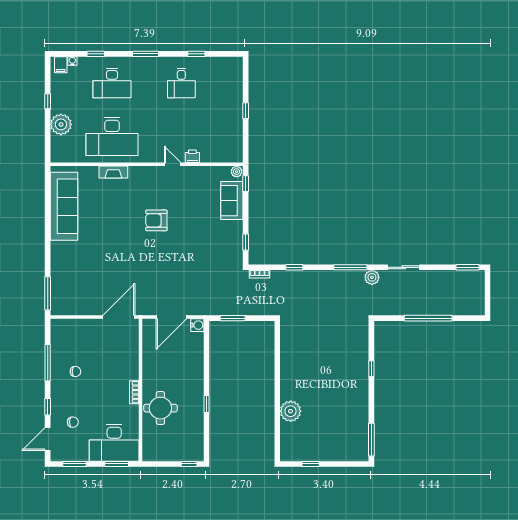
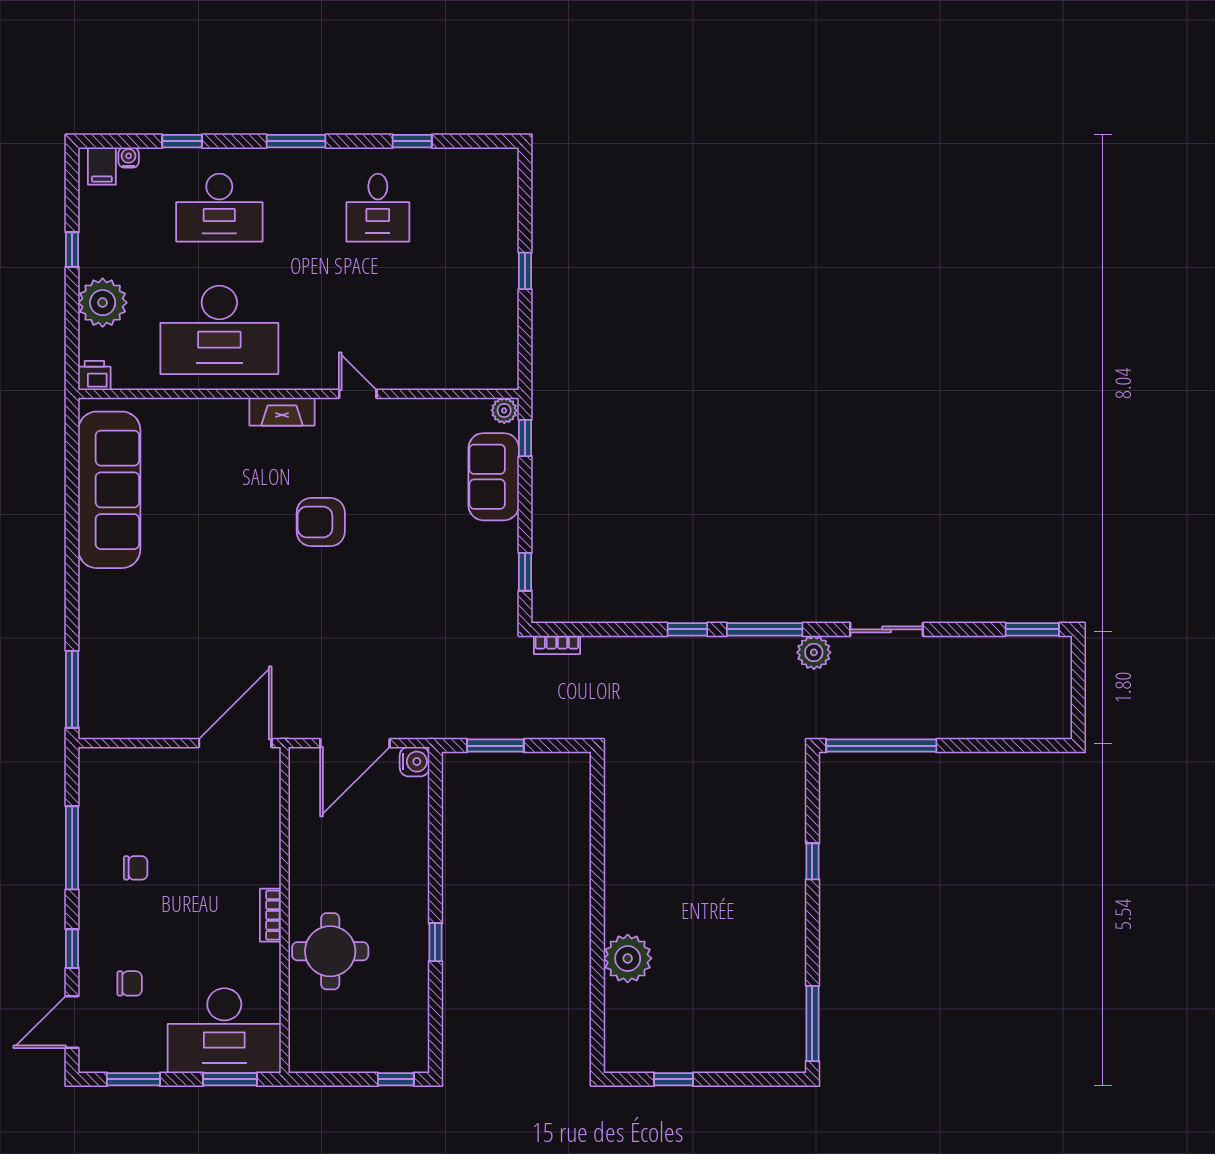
printer: (192, 156) -> (94, 376), moved
fireplace: (113, 172) -> (282, 412), moved
window: (294, 267) -> (687, 629), moved
window: (428, 318) -> (881, 746), moved

